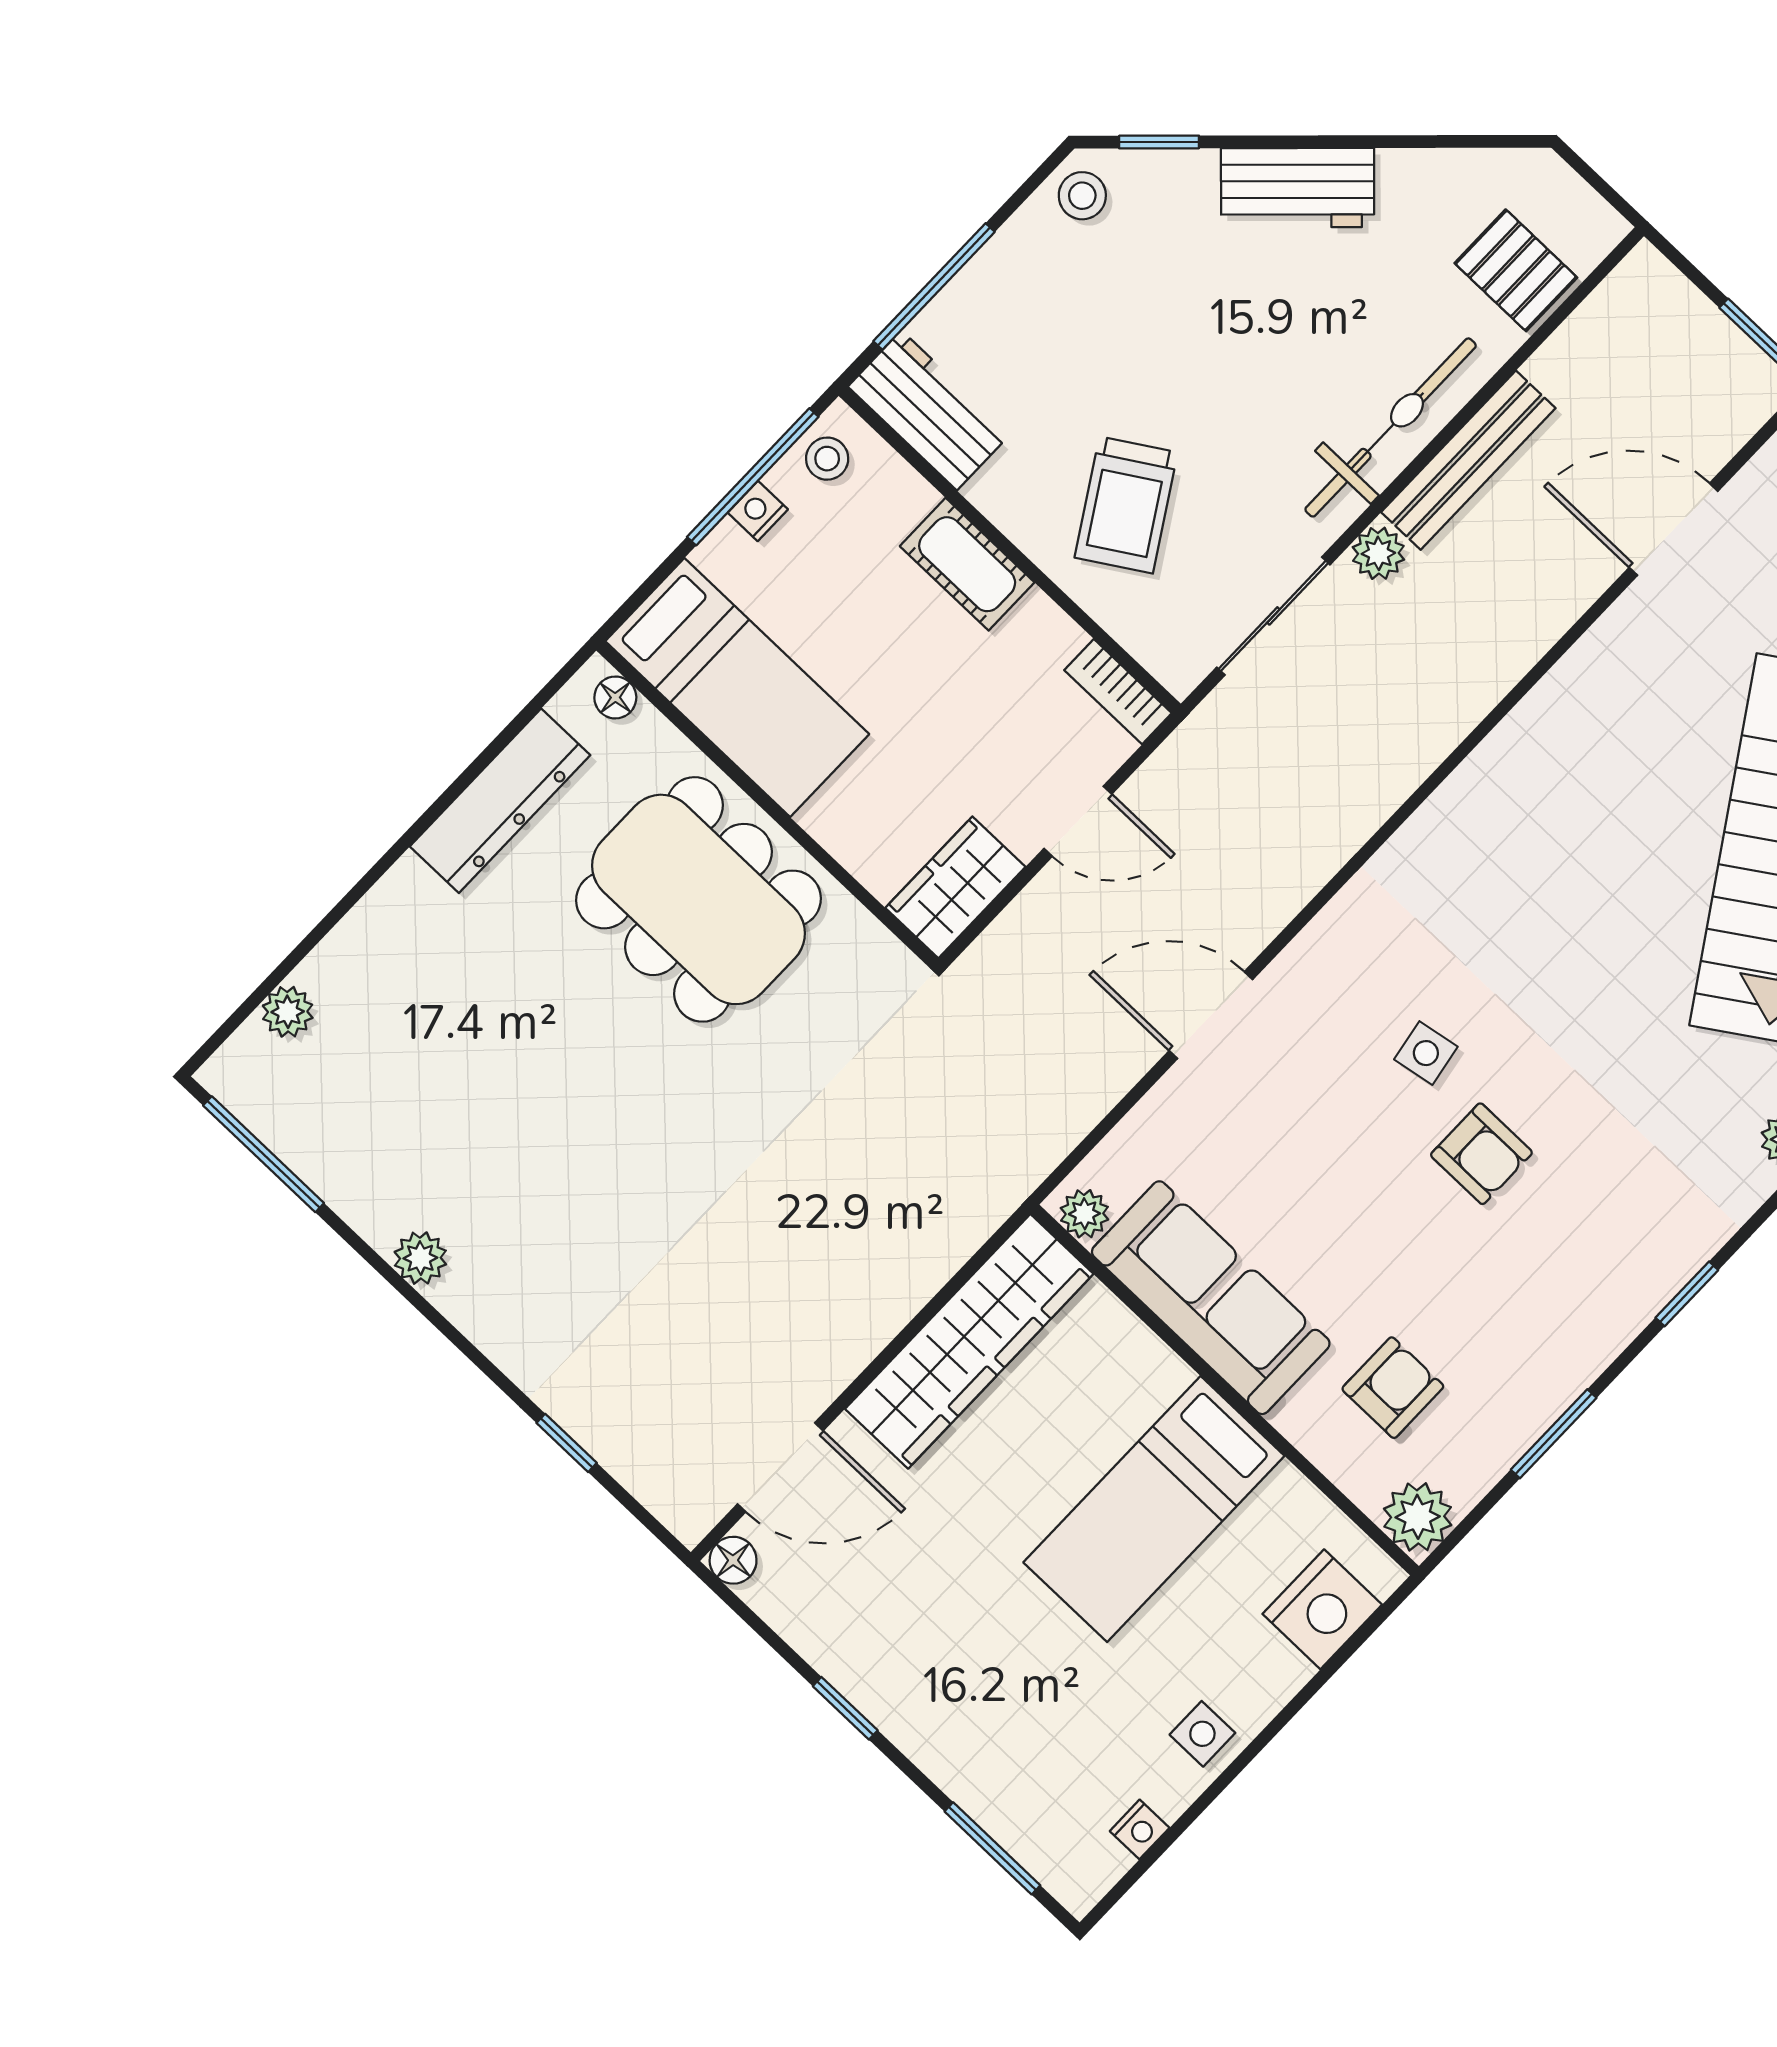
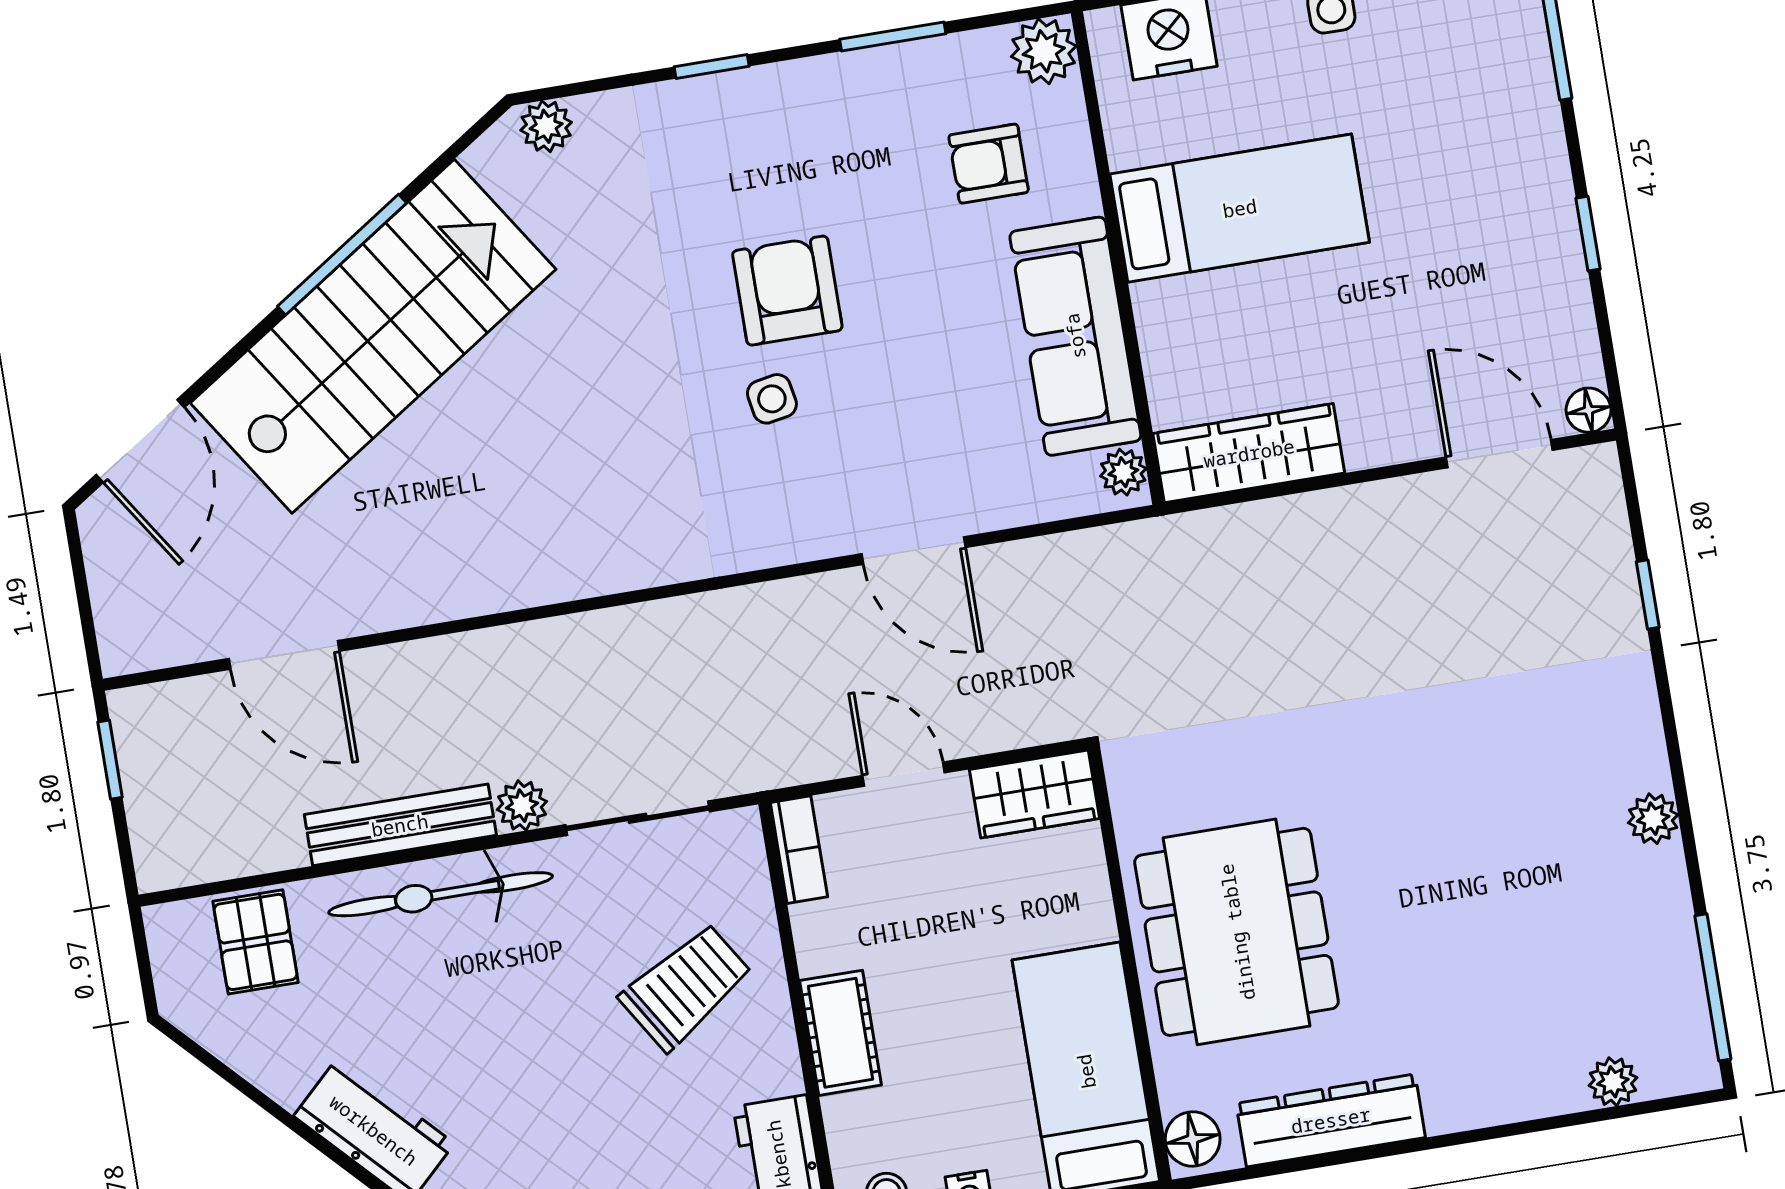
floor lamp: (615, 697) -> (1193, 1139), width x1.37, depth x1.37
armchair: (1481, 1154) -> (787, 291), width x1.38, depth x1.38
wardrobe: (969, 1341) -> (1249, 453), width x0.71, depth x0.85

